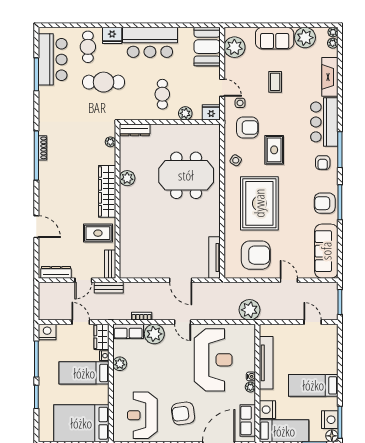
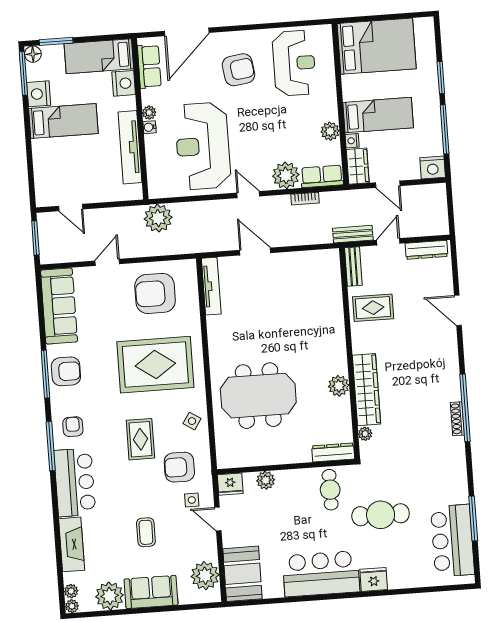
cafe table: (88, 47) -> (406, 561), removed
cafe table: (162, 94) -> (330, 490), moved
wardrobe: (107, 191) -> (366, 390), moved
rug: (259, 203) -> (155, 365), turned 90
door: (289, 280) -> (107, 262), swing flipped
nightstand: (330, 420) -> (39, 94), moved

